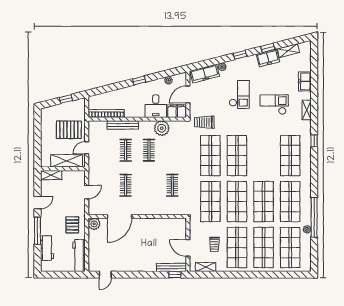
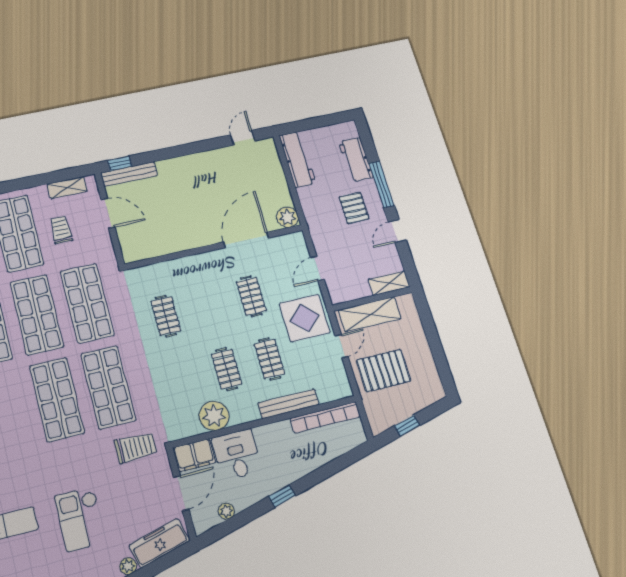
display table: (101, 167) -> (305, 318), added
pallet: (72, 225) -> (354, 208), moved

